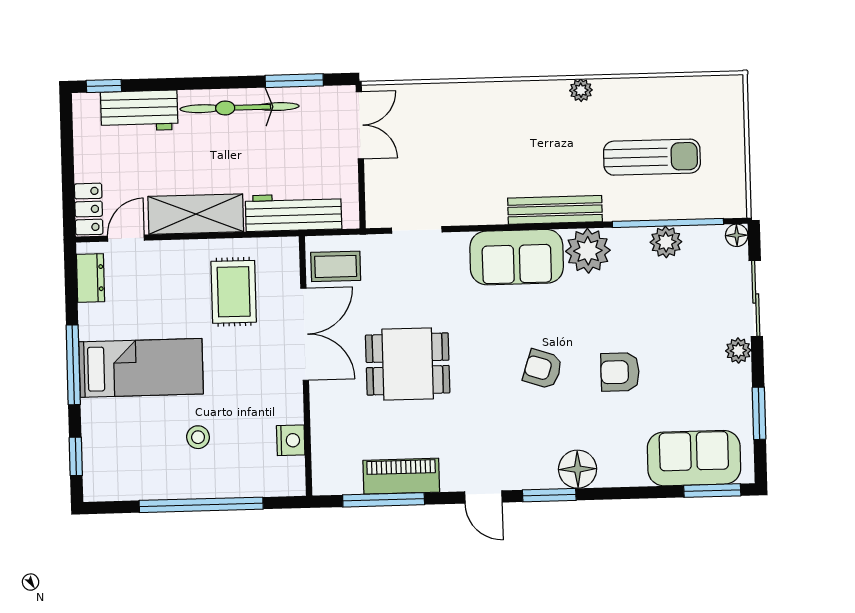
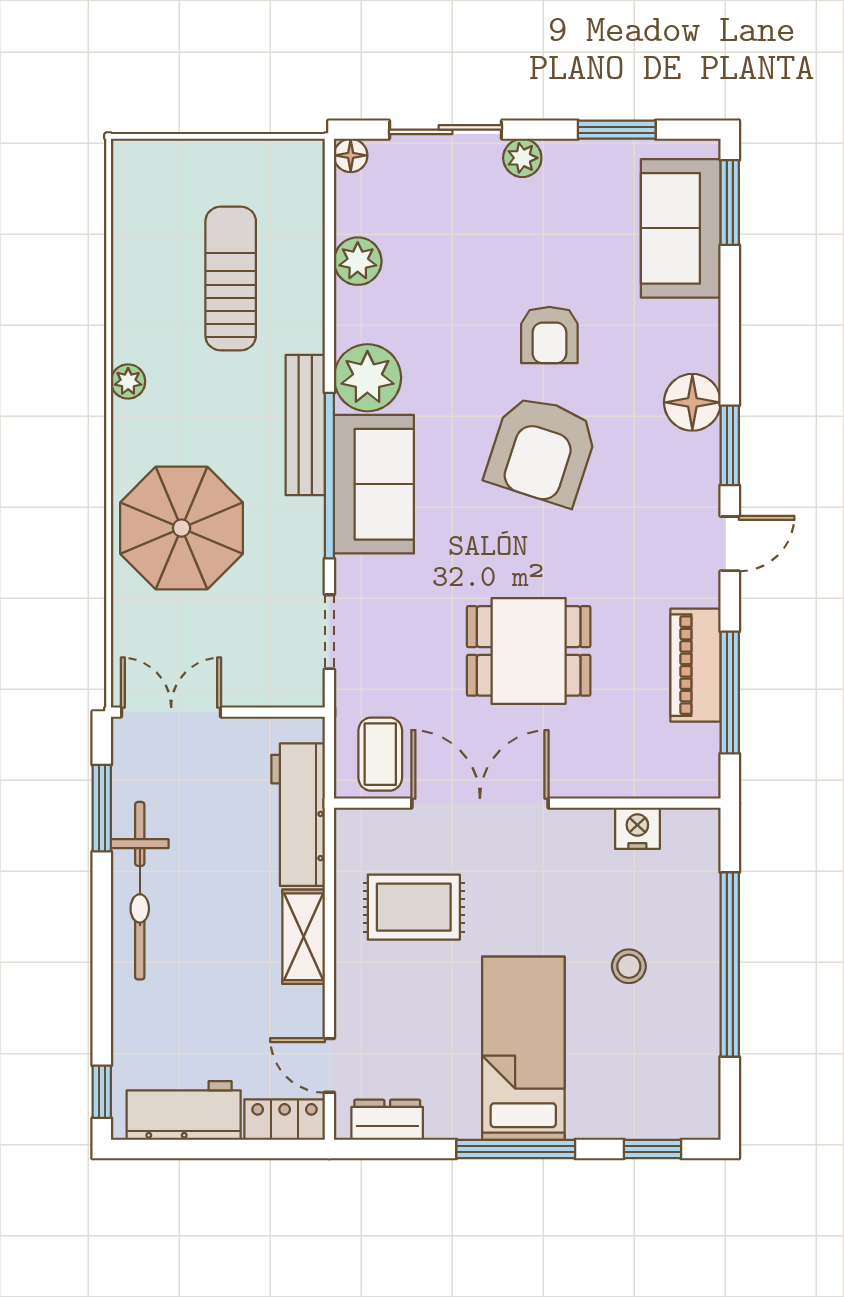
workbench: (139, 111) -> (184, 1110), moved, turned -90
parasol: (484, 129) -> (182, 528), added
shelving: (196, 214) -> (304, 937), width x0.67, depth x0.75
window: (668, 223) -> (329, 476), moved
dining table: (408, 364) -> (529, 651), turned 90
armchair: (543, 369) -> (542, 450), width x1.88, depth x1.88

